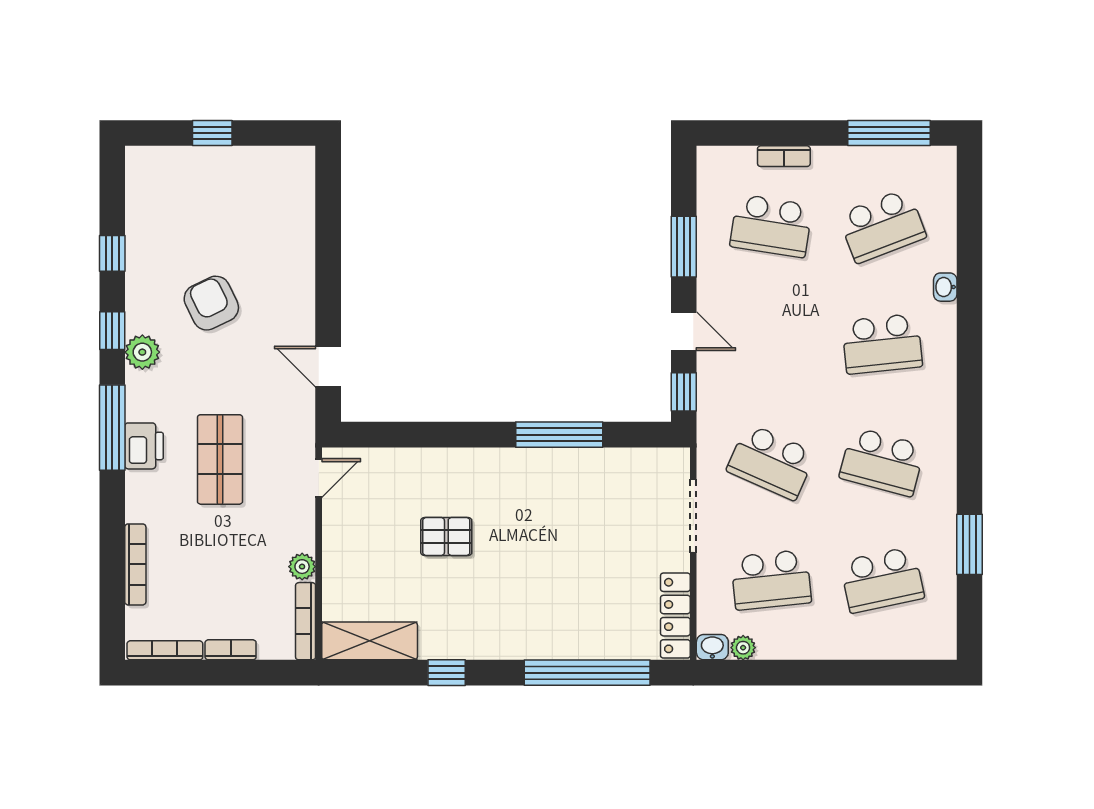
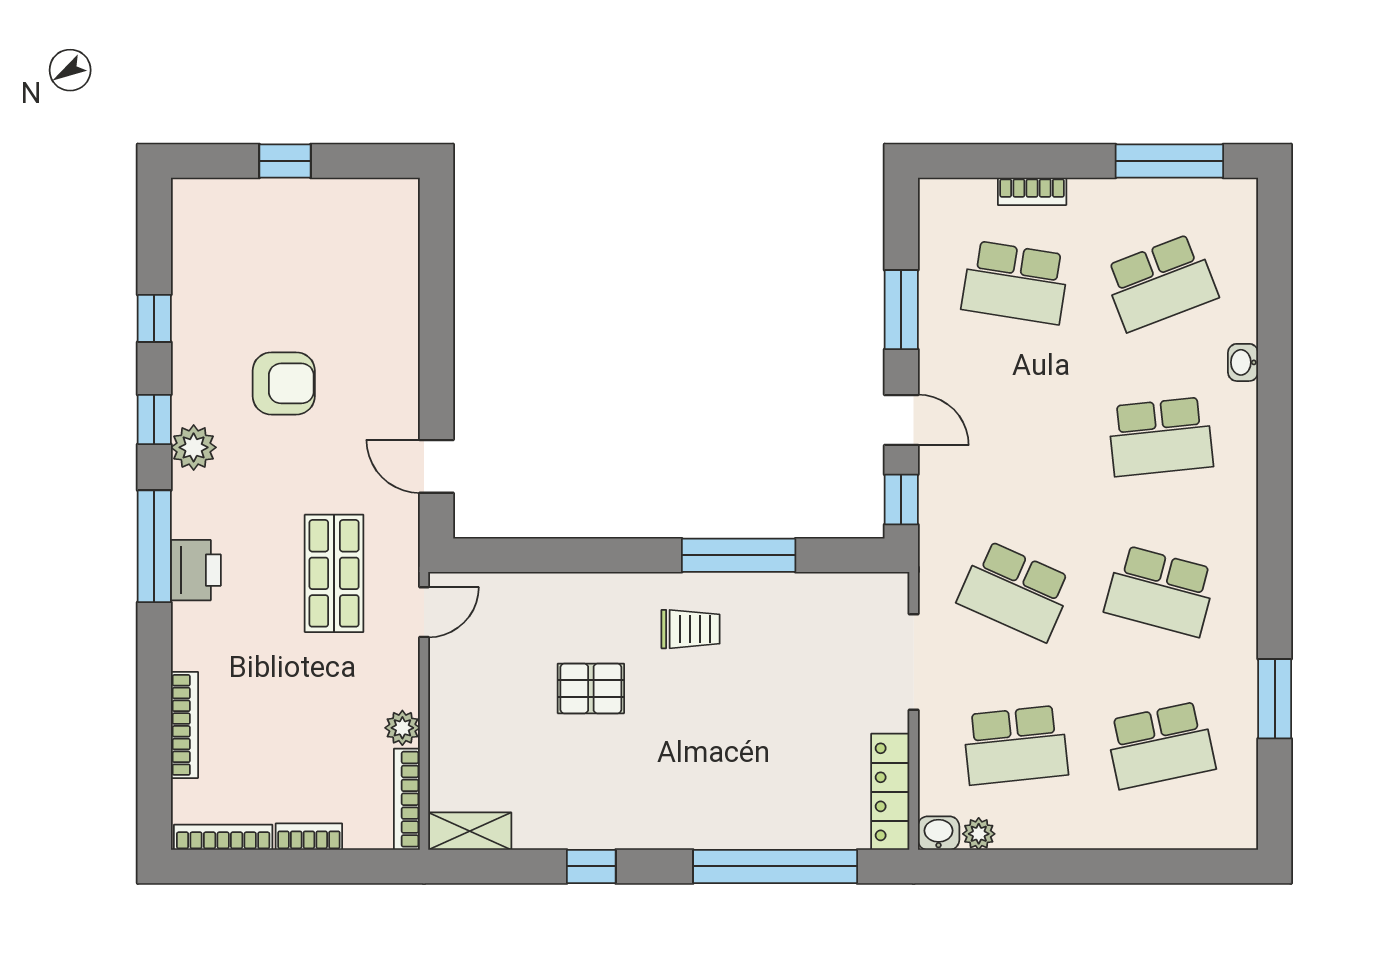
armchair: (211, 303) -> (284, 383), turned 116
shop shelf: (220, 459) -> (334, 573), moved
trolley: (523, 491) -> (691, 629), added
shelving: (370, 641) -> (470, 831), width x0.67, depth x0.75

